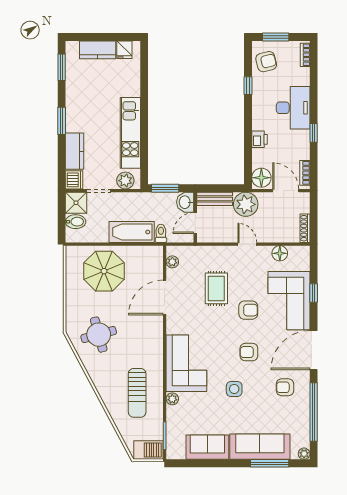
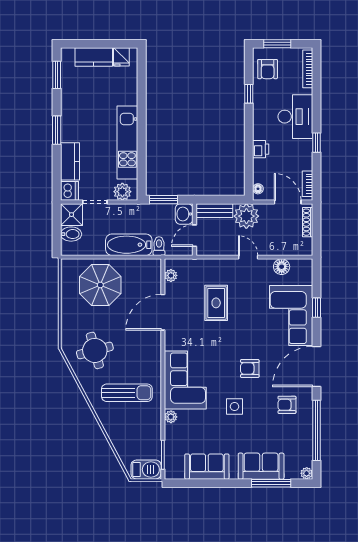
bookcase: (305, 55) -> (308, 69), width x1.56
armchair: (266, 62) -> (268, 69), turned 104
floor lamp: (261, 178) -> (258, 189), width x0.53, depth x0.53
shoe rack: (305, 228) -> (308, 222), moved
armchair: (248, 310) -> (249, 325), removed
sun lounger: (137, 393) -> (127, 393), moved, turned -90
sofa: (260, 447) -> (261, 466), width x0.73

